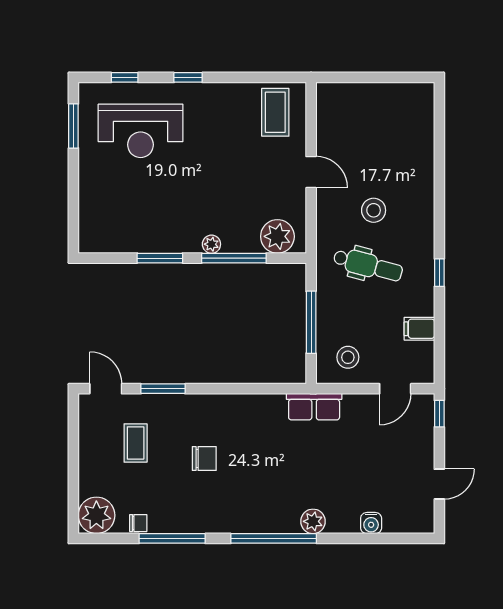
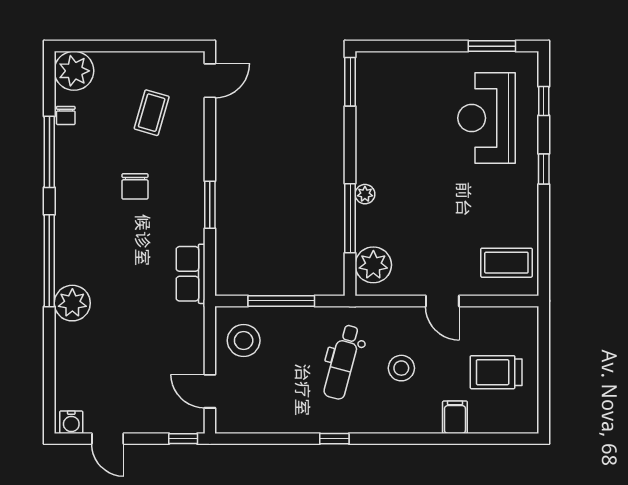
trolley: (377, 122) -> (496, 372), added
door: (311, 172) -> (442, 301), hinge flipped
window: (160, 258) -> (350, 82), moved
filing cabinet: (419, 329) -> (455, 417), moved
stool: (348, 357) -> (244, 340), width x1.38, depth x1.38
window: (163, 389) -> (210, 205), moved
row of seats: (314, 407) -> (191, 274), moved
coffee table: (136, 443) -> (152, 113), turned -74
plant: (313, 521) -> (72, 303), width x1.36, depth x1.36
water cooler: (371, 523) -> (71, 422), moved, turned -90

